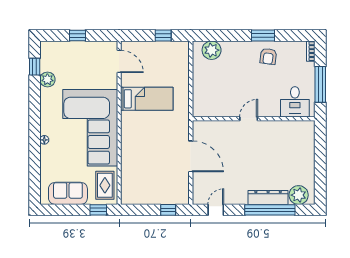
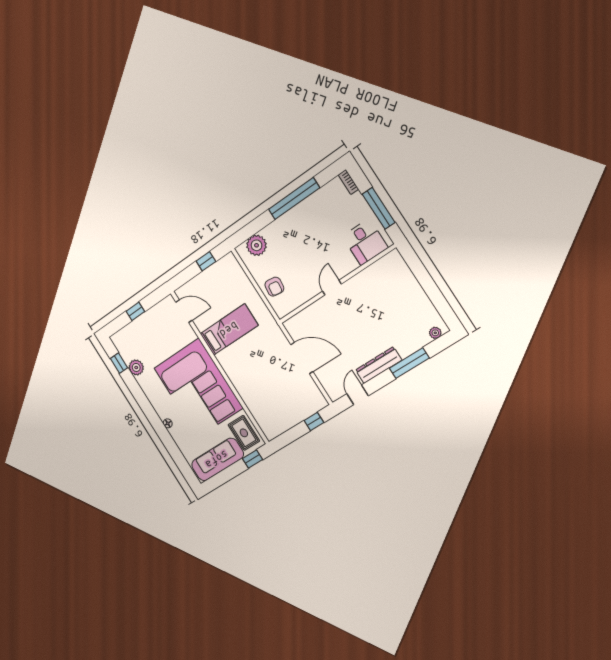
window: (263, 35) -> (294, 199), width x2.11
armchair: (268, 56) -> (274, 287), moved
sofa: (68, 193) -> (217, 460), width x1.36
plant: (299, 195) -> (435, 333), width x0.53, depth x0.53
dresser: (268, 197) -> (379, 365), moved
window: (270, 210) -> (409, 363), width x0.68

